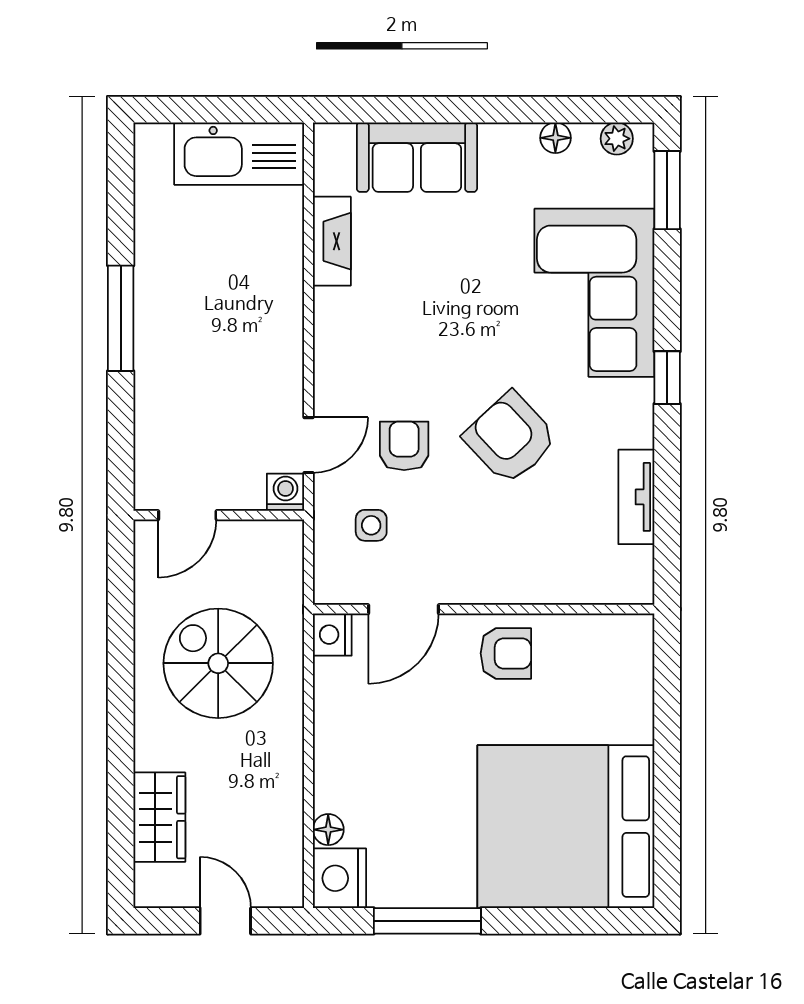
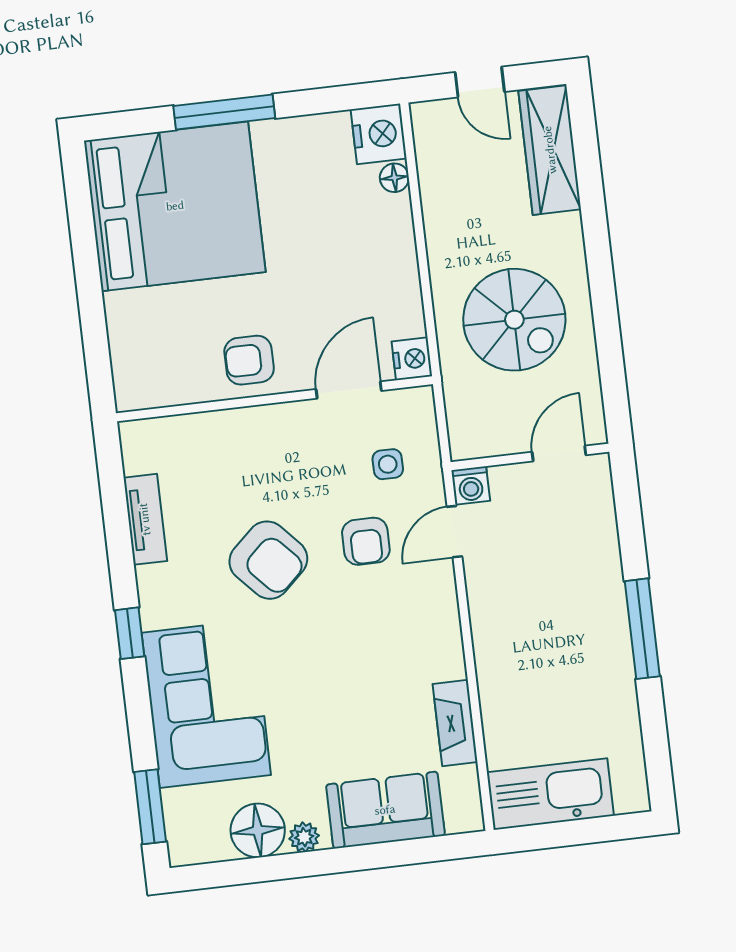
floor lamp: (555, 138) -> (258, 830), width x1.89, depth x1.89
plant: (617, 139) -> (304, 837), moved
wardrobe: (159, 817) -> (550, 150), width x1.50
window: (427, 921) -> (224, 112), moved

